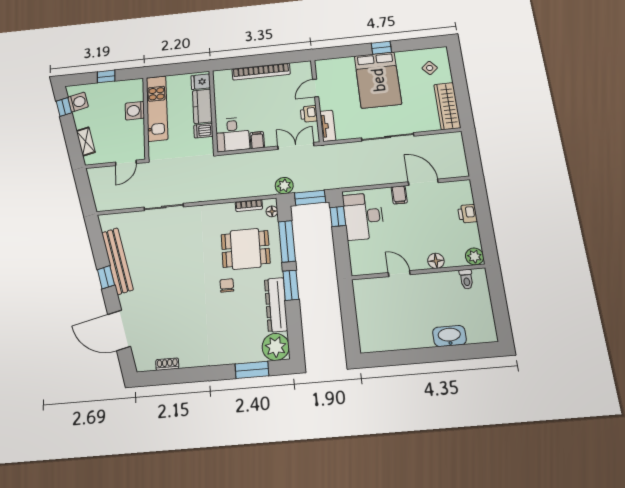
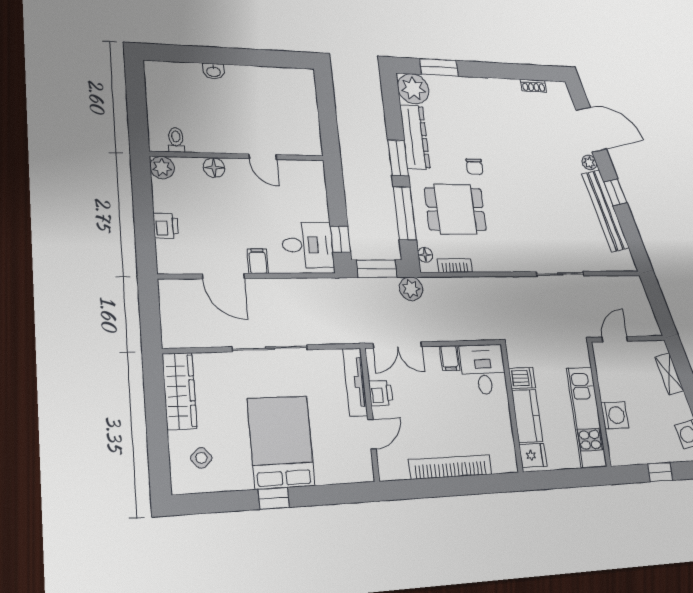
tv unit: (328, 126) -> (355, 382), width x1.41
desk: (363, 216) -> (308, 245), width x0.73
plant: (125, 301) -> (589, 162), added
washbasin: (449, 336) -> (214, 71), width x0.52, depth x0.69

